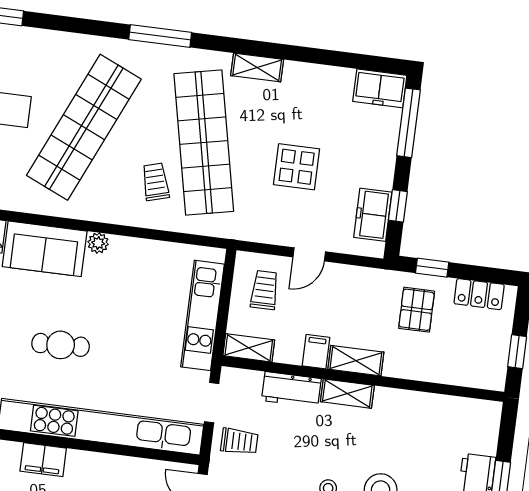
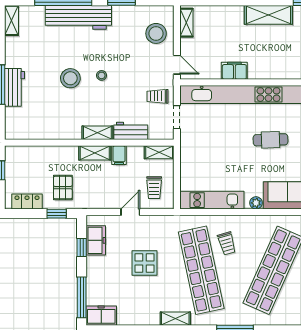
kitchen unit: (202, 315) -> (212, 200), moved, turned -90
filing cabinet: (43, 460) -> (234, 71), moved

